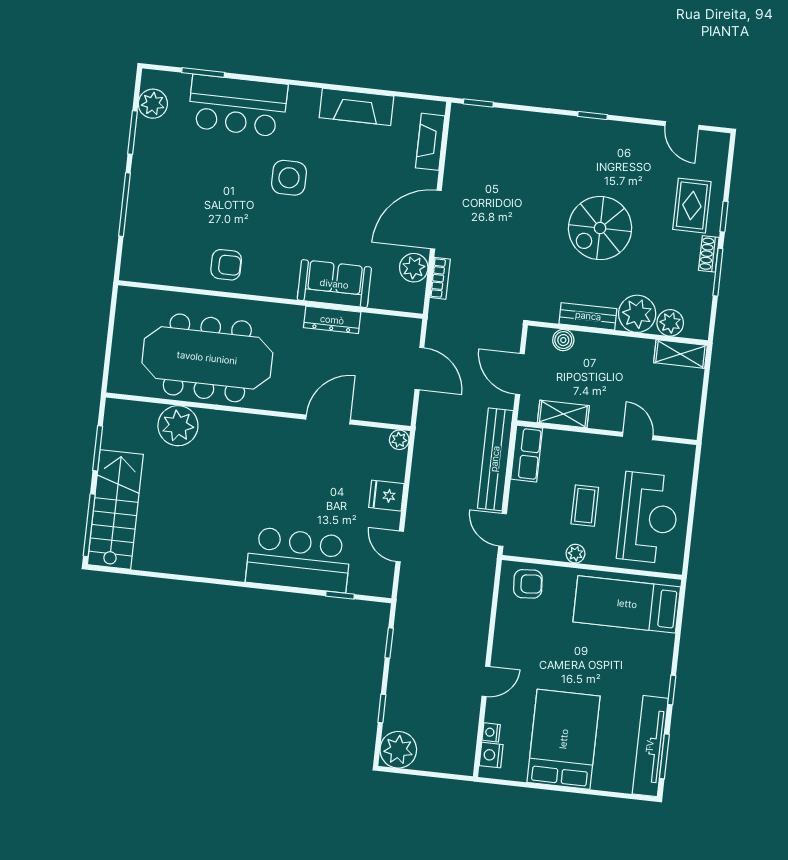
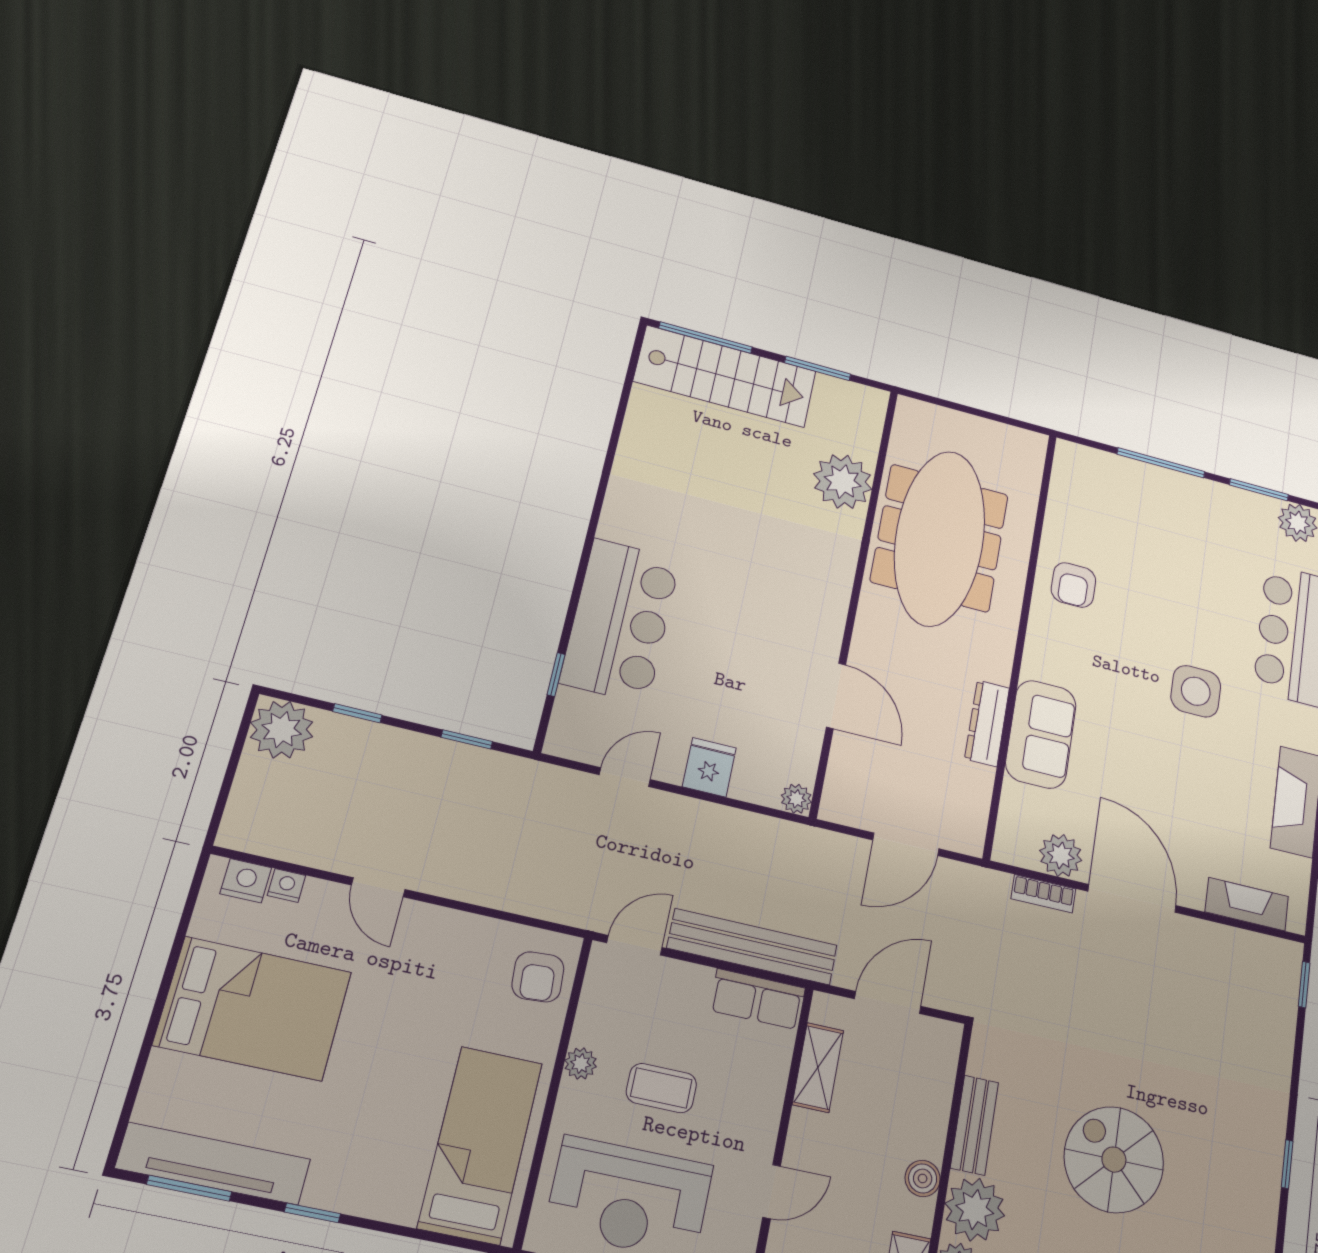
boiler: (563, 340) -> (923, 1178), moved

